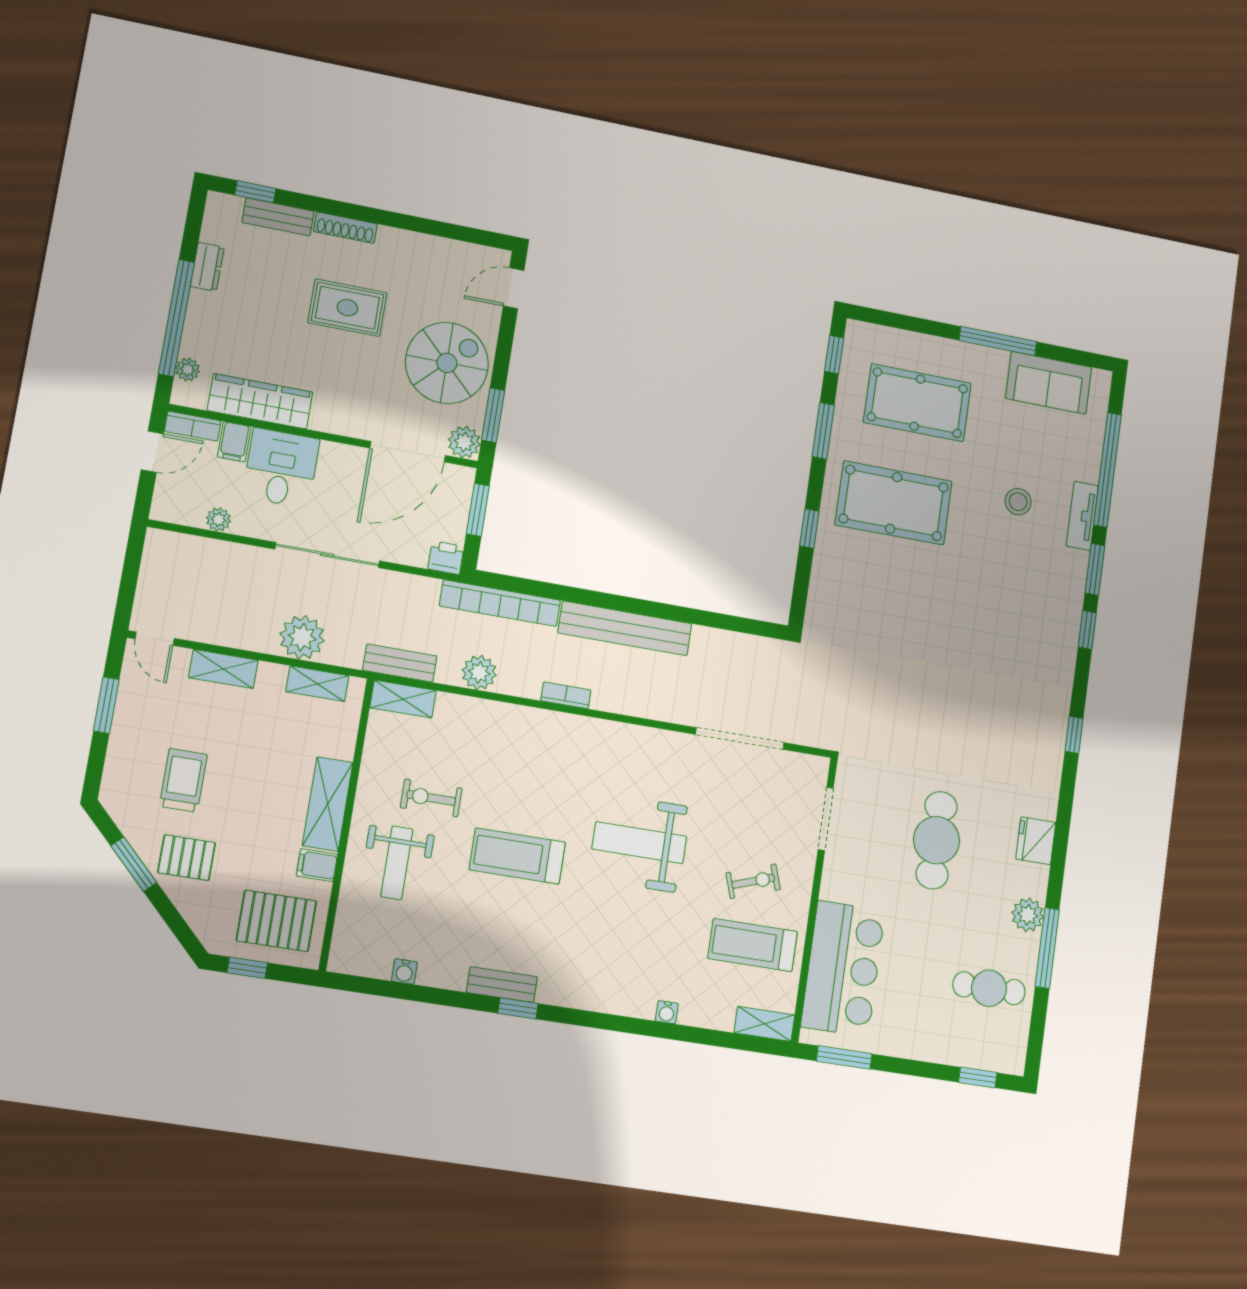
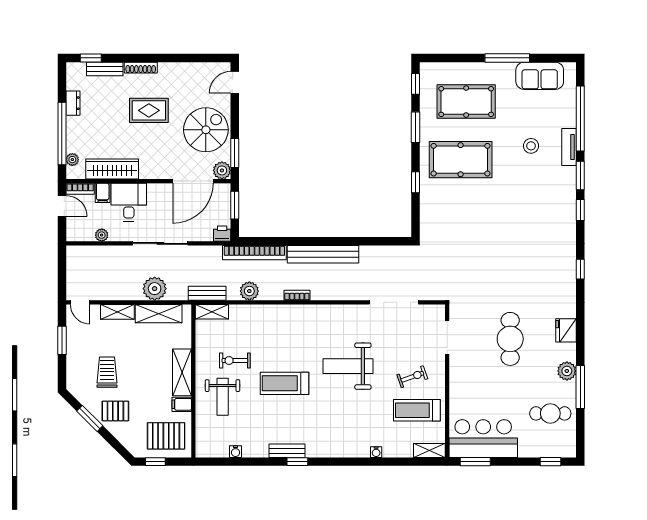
door: (152, 452) -> (62, 206), hinge flipped
shelving: (317, 684) -> (159, 314), width x1.50, depth x1.33
bar counter: (843, 969) -> (483, 439), moved, turned -90

